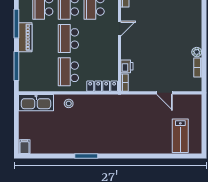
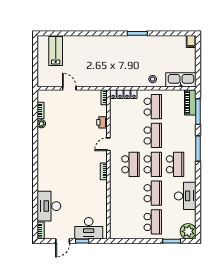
piano: (25, 37) -> (190, 102), moved
printer: (127, 66) -> (102, 122), moved

